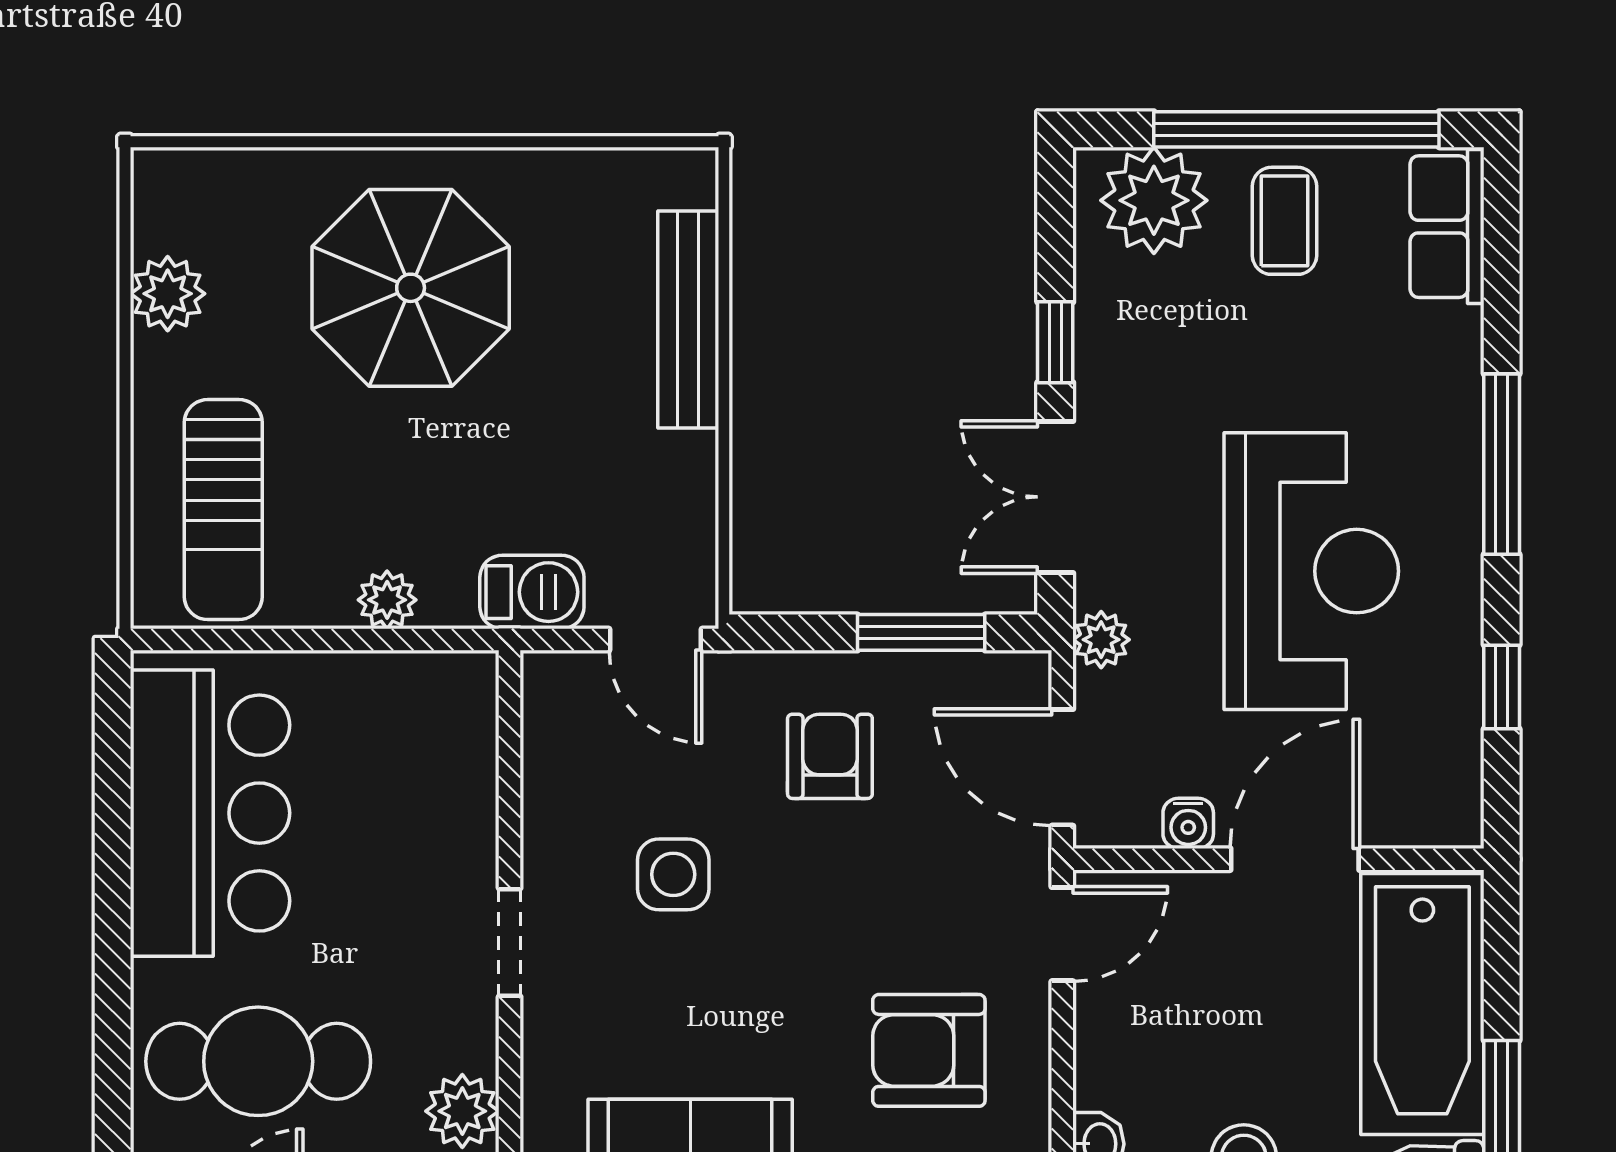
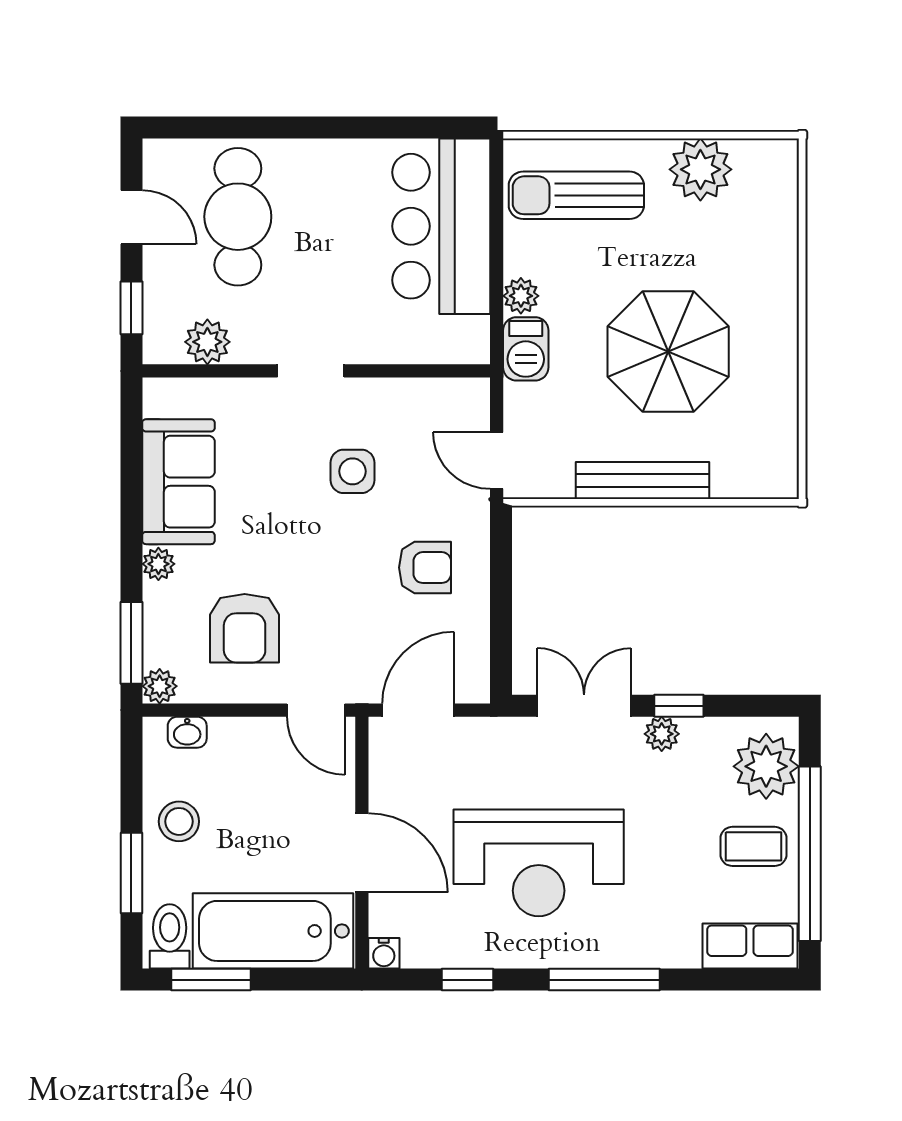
parasol: (411, 288) -> (668, 351), moved
plant: (168, 294) -> (700, 169), width x1.36, depth x1.36
bench: (688, 319) -> (642, 481), moved
barbecue: (532, 592) -> (526, 349), moved
window: (921, 632) -> (501, 624), removed
door: (656, 640) -> (497, 460), hinge flipped
plant: (1101, 640) -> (662, 734), moved
bar counter: (210, 813) -> (441, 226), moved, turned 90
water cooler: (1188, 823) -> (384, 953), moved, turned -90
armchair: (929, 1050) -> (245, 628), turned 180

